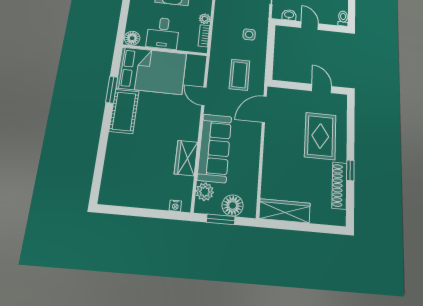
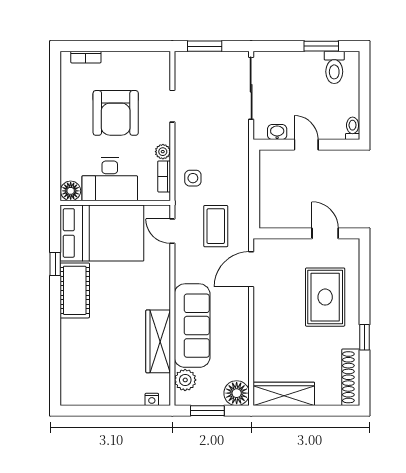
desk: (163, 33) -> (110, 179), width x1.37
side table: (249, 34) -> (193, 178), moved
window: (112, 90) -> (55, 264), width x0.67
door: (204, 96) -> (172, 231), moved
wardrobe: (186, 158) -> (158, 341), width x1.50
shoe rack: (339, 185) -> (351, 377), moved
floor lamp: (233, 205) -> (237, 393), moved

